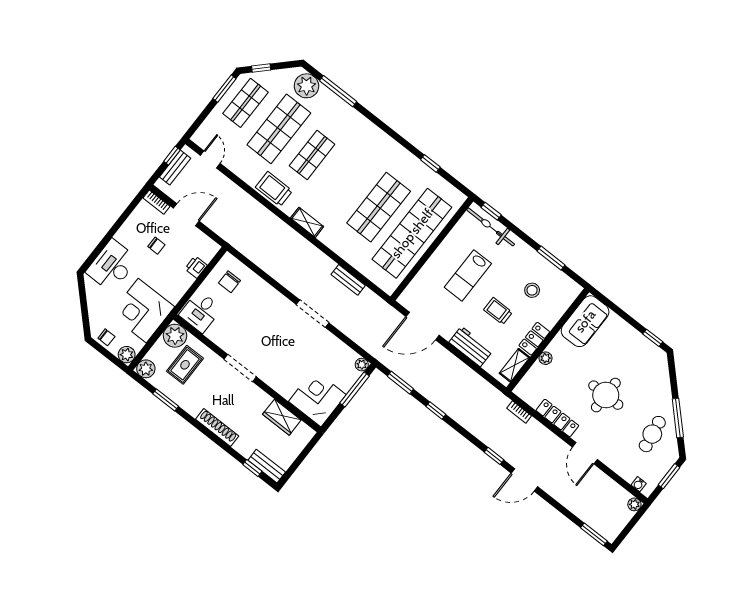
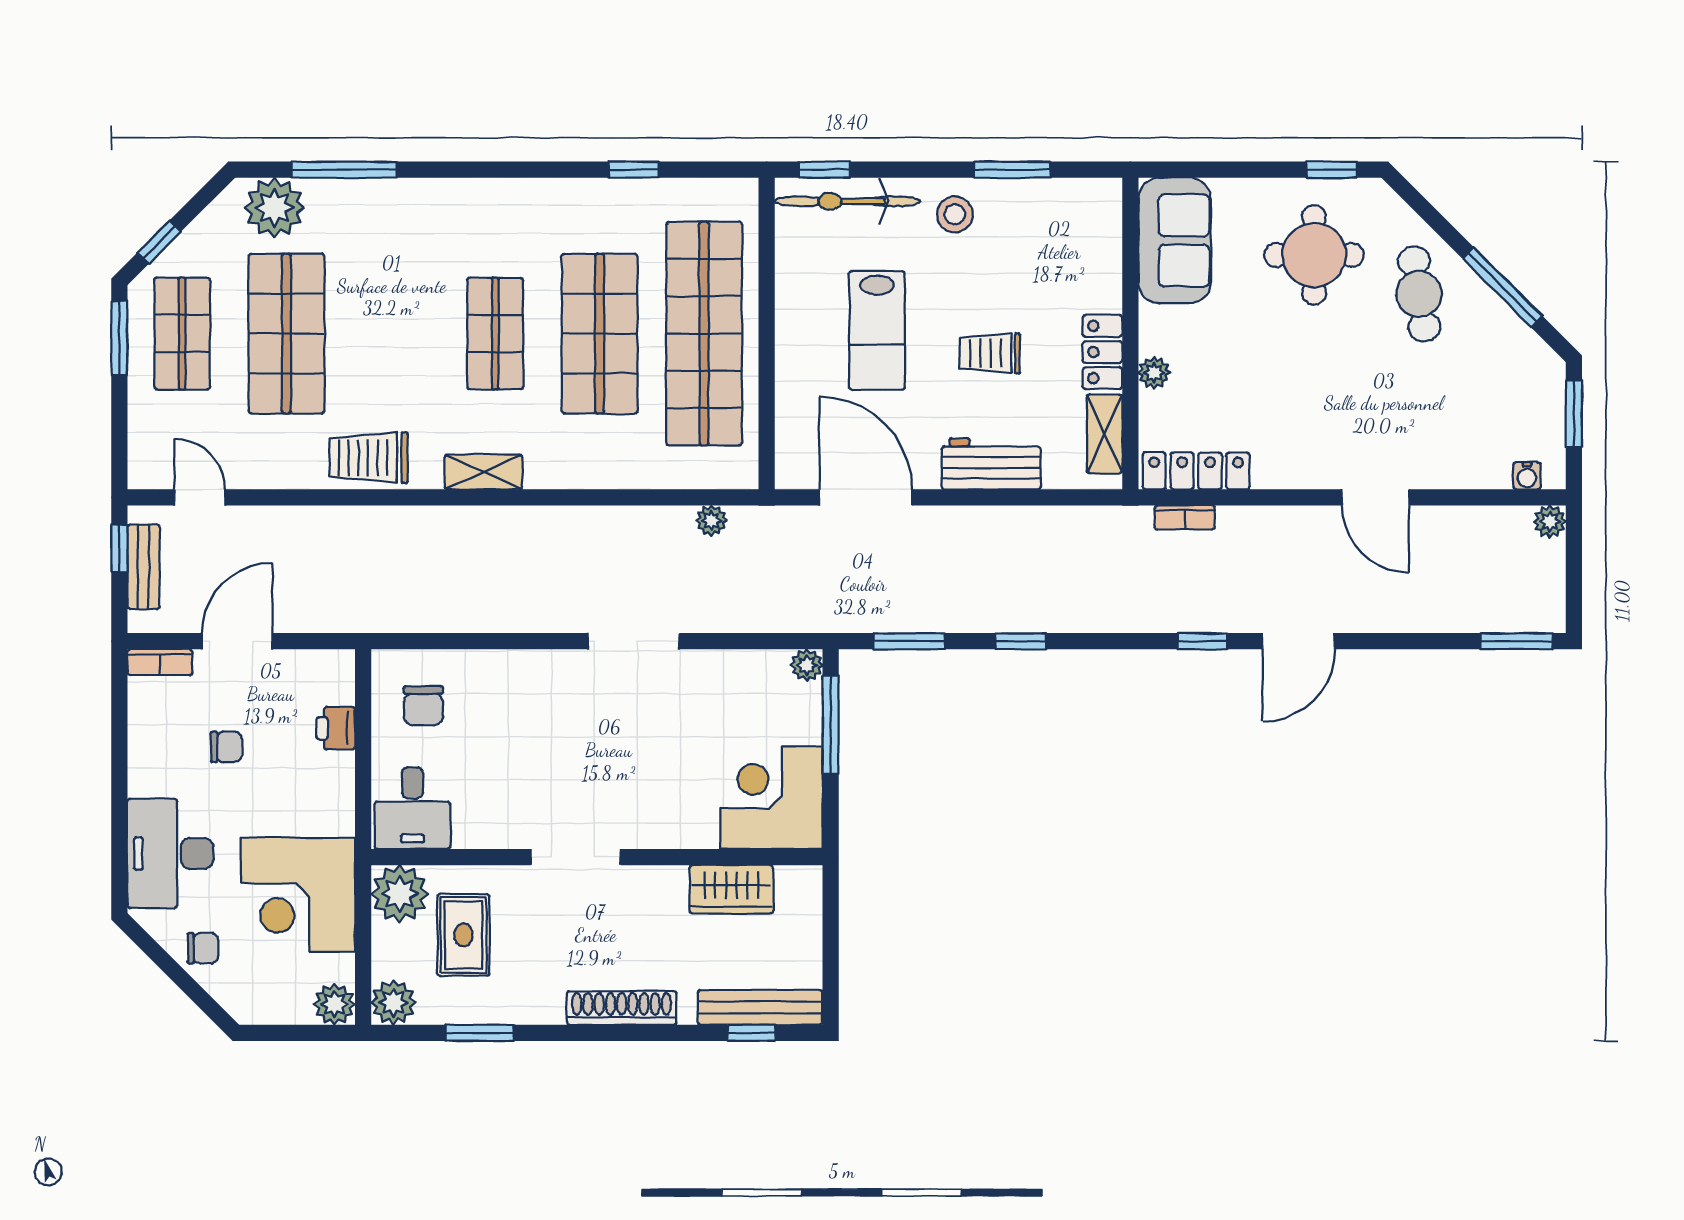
shop shelf: (312, 155) -> (495, 334), moved
bench: (348, 280) -> (651, 521), removed
stool: (532, 290) -> (955, 214), moved
plant: (368, 295) -> (712, 521), added
door: (422, 326) -> (866, 497), swing flipped
chair: (106, 337) -> (203, 948), moved
round table: (606, 395) -> (1314, 255), moved
locker: (557, 418) -> (1196, 471), moved
cafe table: (652, 434) -> (1419, 294), moved
bench: (267, 466) -> (760, 1007), width x1.36

